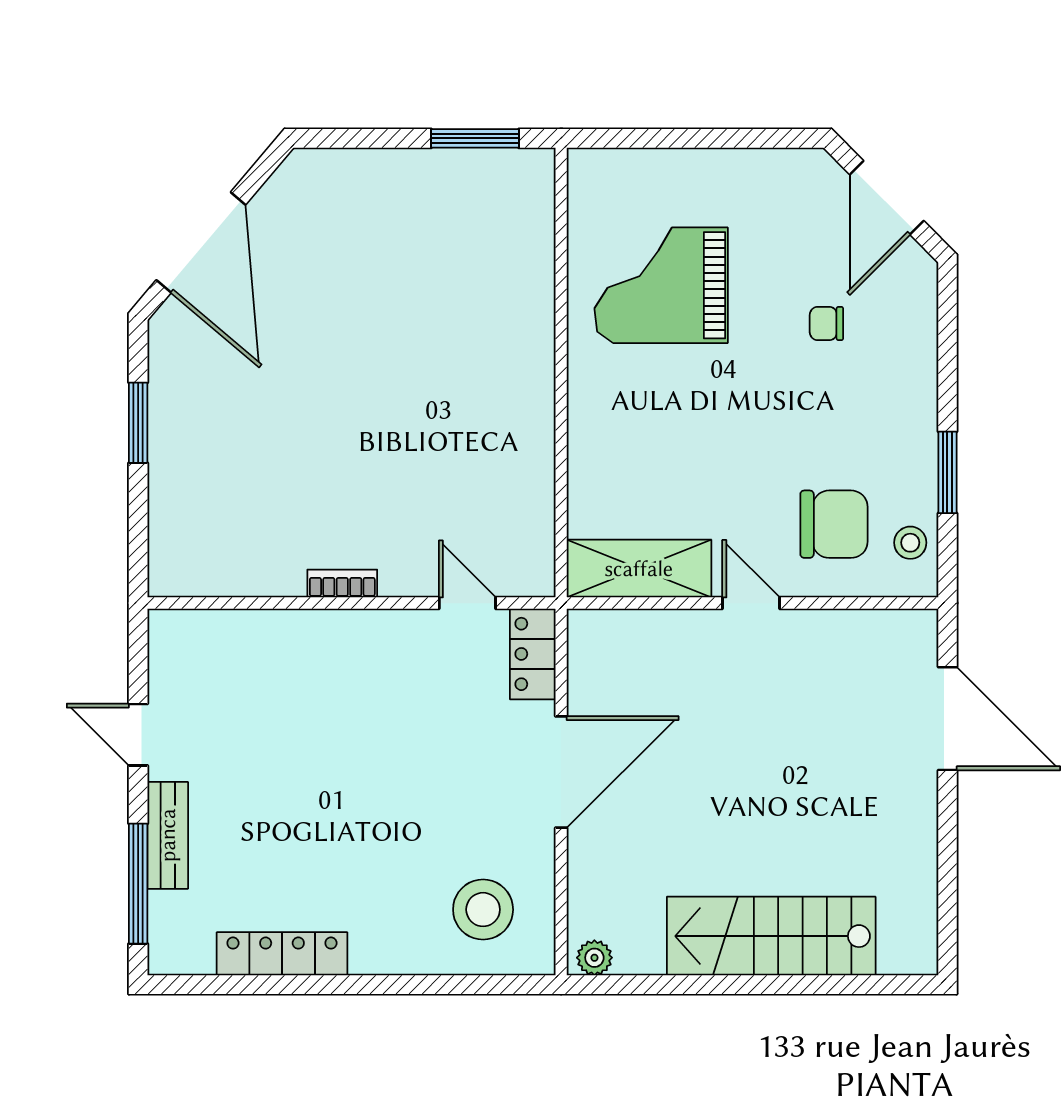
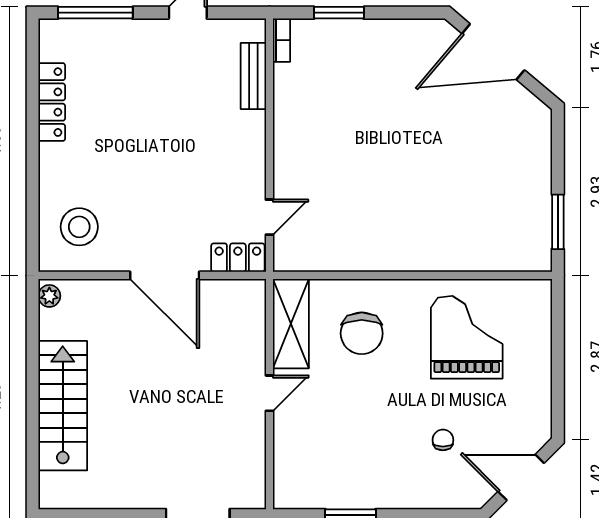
window: (138, 423) -> (339, 13), moved
chair: (834, 524) -> (362, 333), moved
stool: (910, 543) -> (307, 492), removed
bookcase: (342, 584) -> (282, 40), moved
bench: (168, 835) -> (253, 76), moved, turned 90

